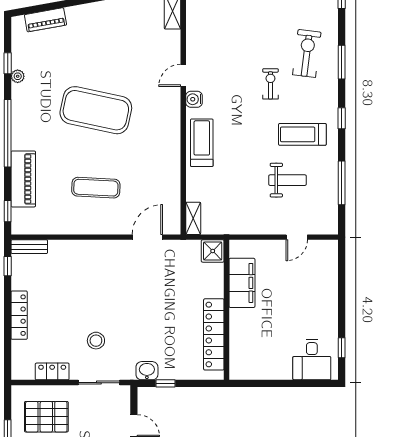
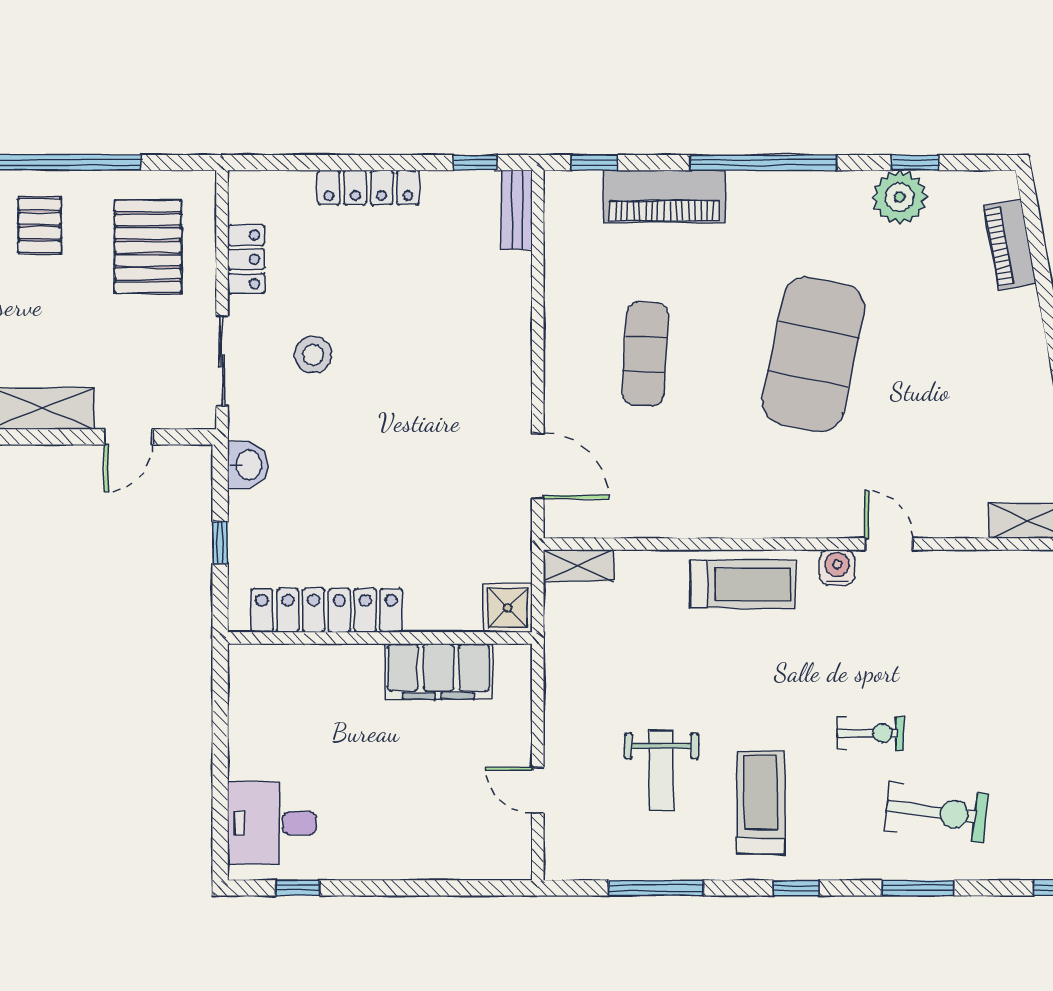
plant: (18, 76) -> (900, 197), width x1.88, depth x1.88
window: (165, 383) -> (220, 543), moved

